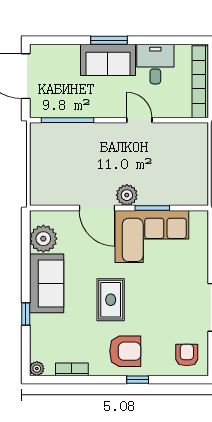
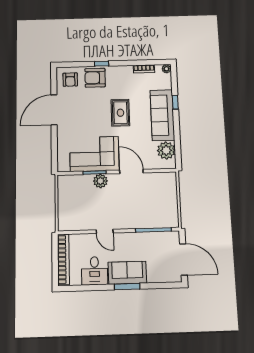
plant: (127, 195) -> (100, 181), moved
sofa: (47, 283) -> (162, 115), width x1.36
armchair: (125, 351) -> (95, 78), moved

